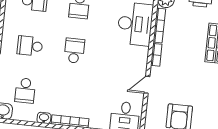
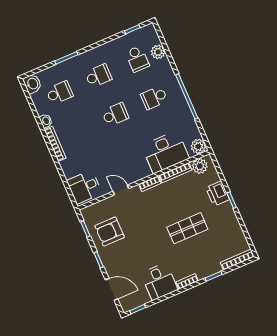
school desk: (30, 46) -> (98, 76), turned 90
school desk: (25, 91) -> (60, 93), turned 180

